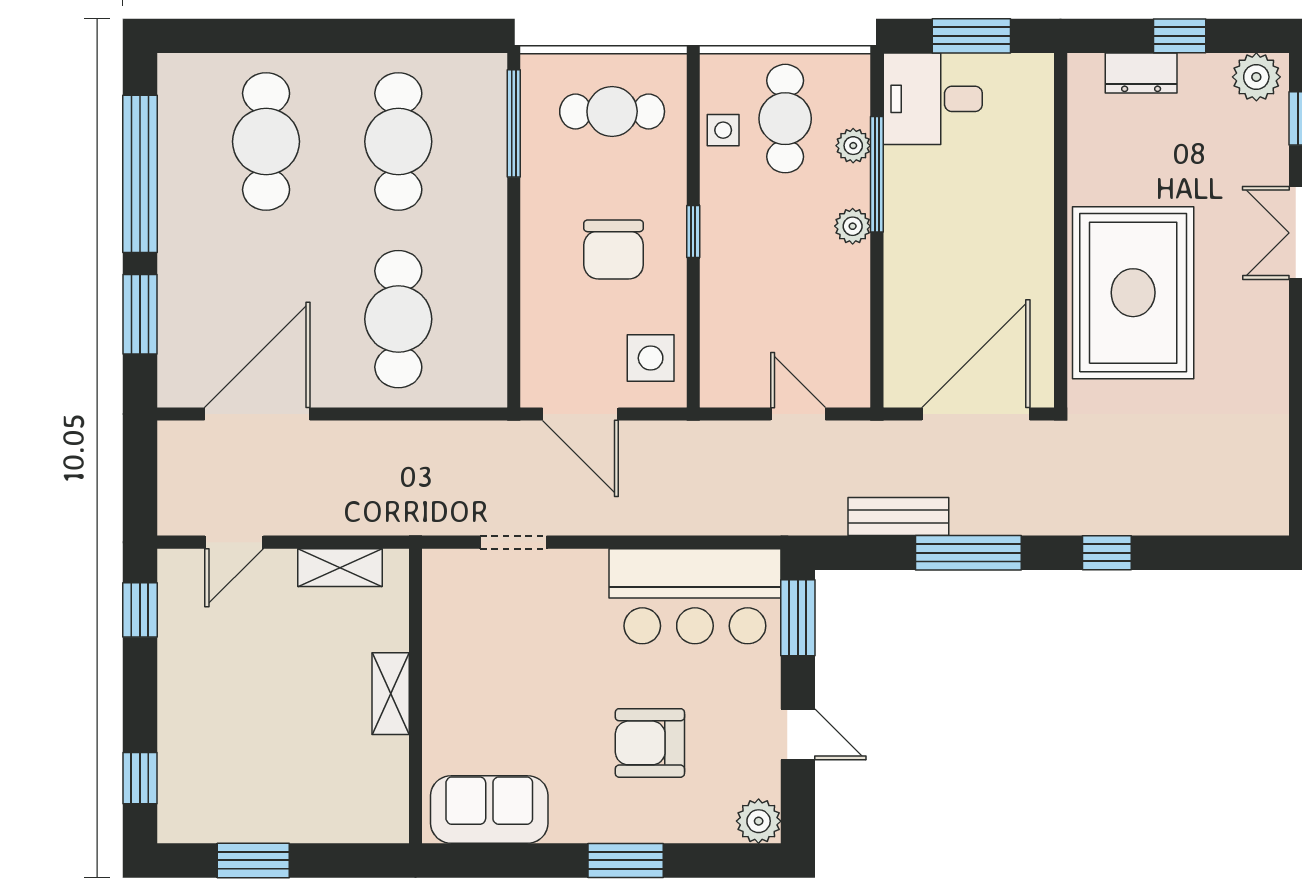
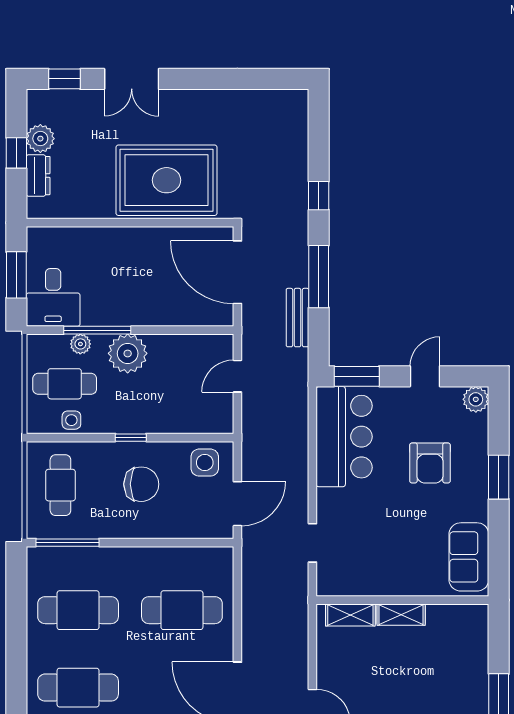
plant: (1256, 77) -> (40, 139), moved
plant: (853, 226) -> (128, 353), width x1.88, depth x1.88
shelving: (340, 568) -> (350, 615), moved, turned 90

